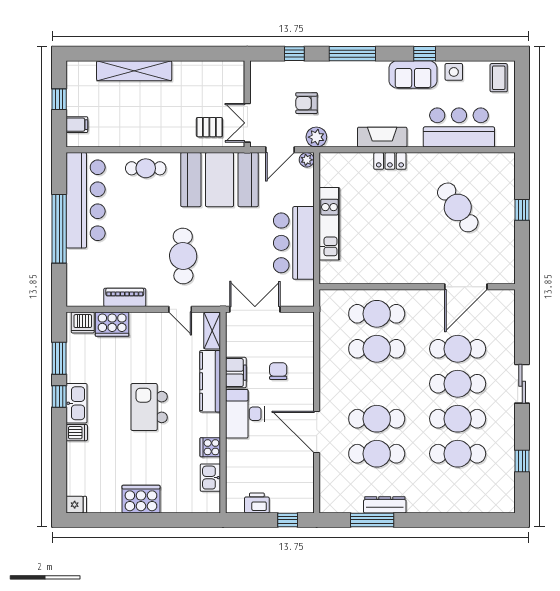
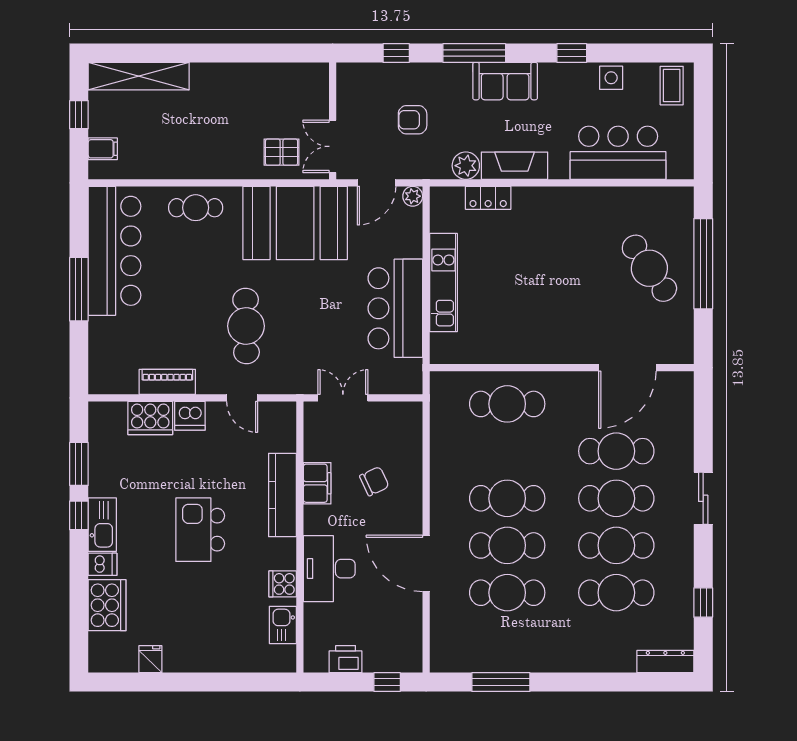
shelving: (134, 71) -> (139, 76), moved
sofa: (413, 74) -> (505, 81), moved
plant: (316, 137) -> (466, 166), moved
locker: (390, 161) -> (488, 198), moved
cafe table: (458, 207) -> (649, 268), moved
window: (522, 210) -> (703, 264), width x3.17
window: (59, 229) -> (79, 289), width x0.68
double door: (255, 309) -> (343, 398), width x0.73
dishwasher: (83, 323) -> (190, 416), moved
shelving: (212, 331) -> (285, 427), removed
cafe table: (377, 349) -> (507, 498), moved
chair: (278, 371) -> (374, 481), turned 65
desk: (245, 414) -> (329, 569), moved
cooker: (141, 499) -> (107, 605), moved, turned 90
fridge: (76, 505) -> (150, 659), moved, turned -90
dresser: (385, 505) -> (665, 662), moved

